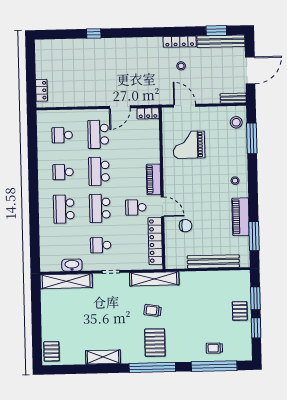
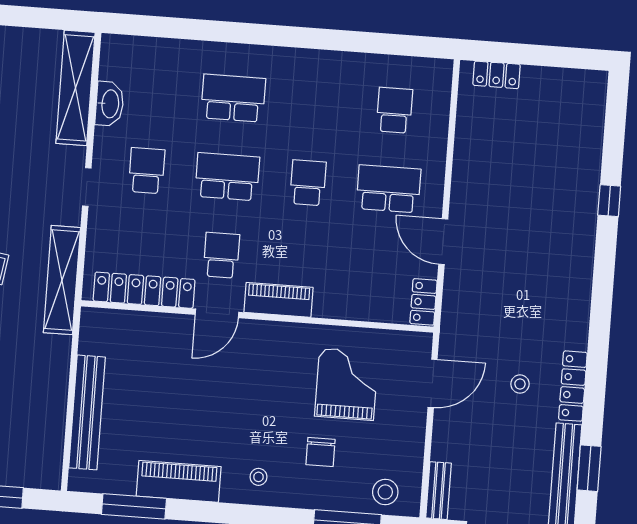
school desk: (99, 171) -> (308, 183), width x0.54
school desk: (63, 172) -> (314, 104), removed
chair: (186, 226) -> (320, 452), moved

